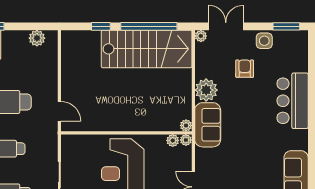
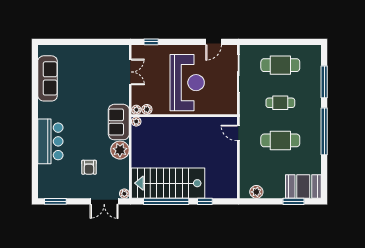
side table: (264, 41) -> (73, 190), removed

